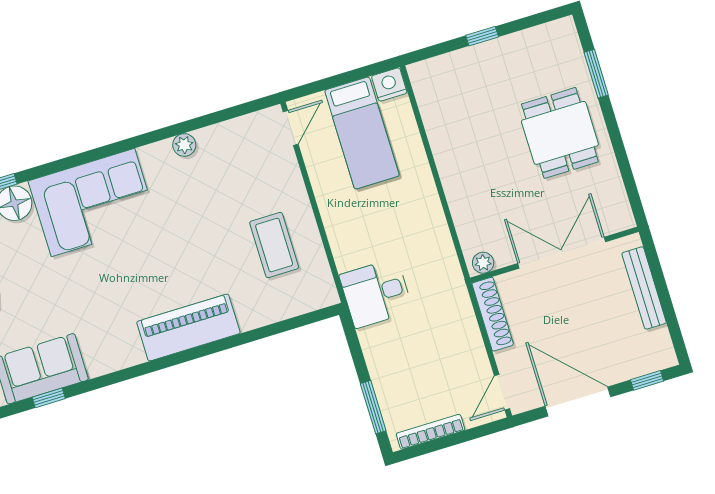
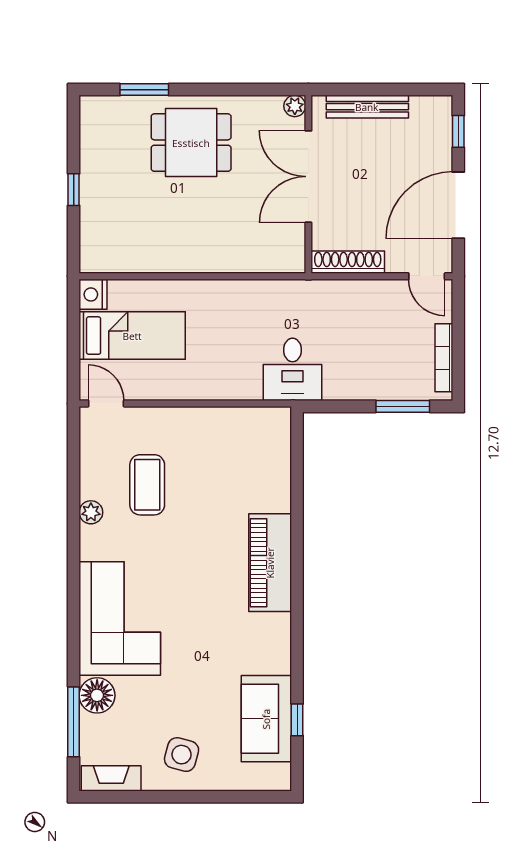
coffee table: (274, 245) -> (147, 485), moved, turned 90
plant: (483, 263) -> (295, 106), moved

